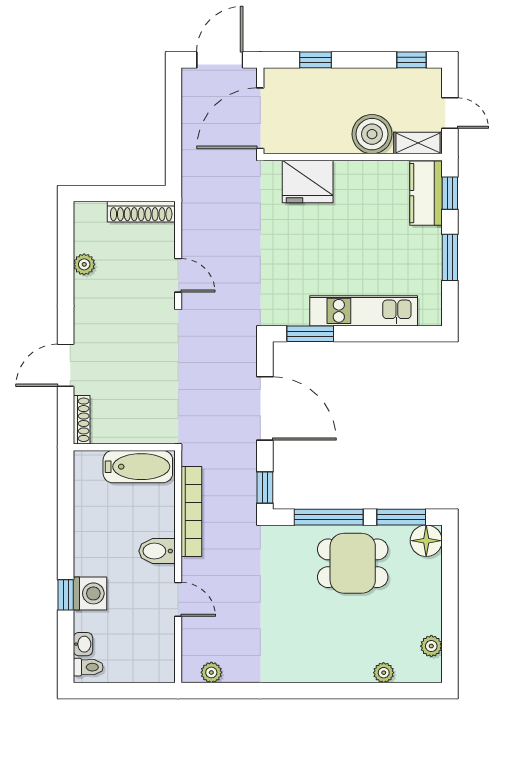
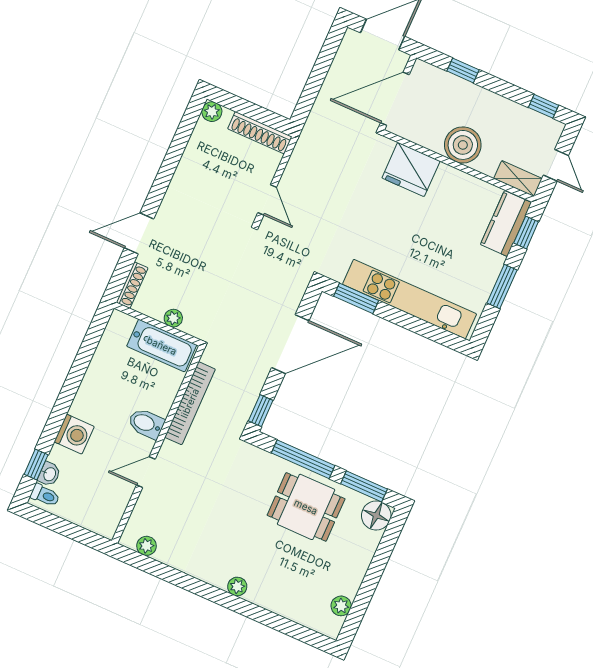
boiler: (372, 134) -> (463, 145), moved
plant: (84, 264) -> (212, 112), moved
kitchen unit: (364, 311) -> (410, 299), width x1.36
door: (265, 408) -> (290, 344), hinge flipped
plant: (137, 434) -> (173, 318), added
window: (66, 595) -> (36, 465), moved
door: (178, 599) -> (146, 472), swing flipped
plant: (384, 673) -> (237, 586), moved

